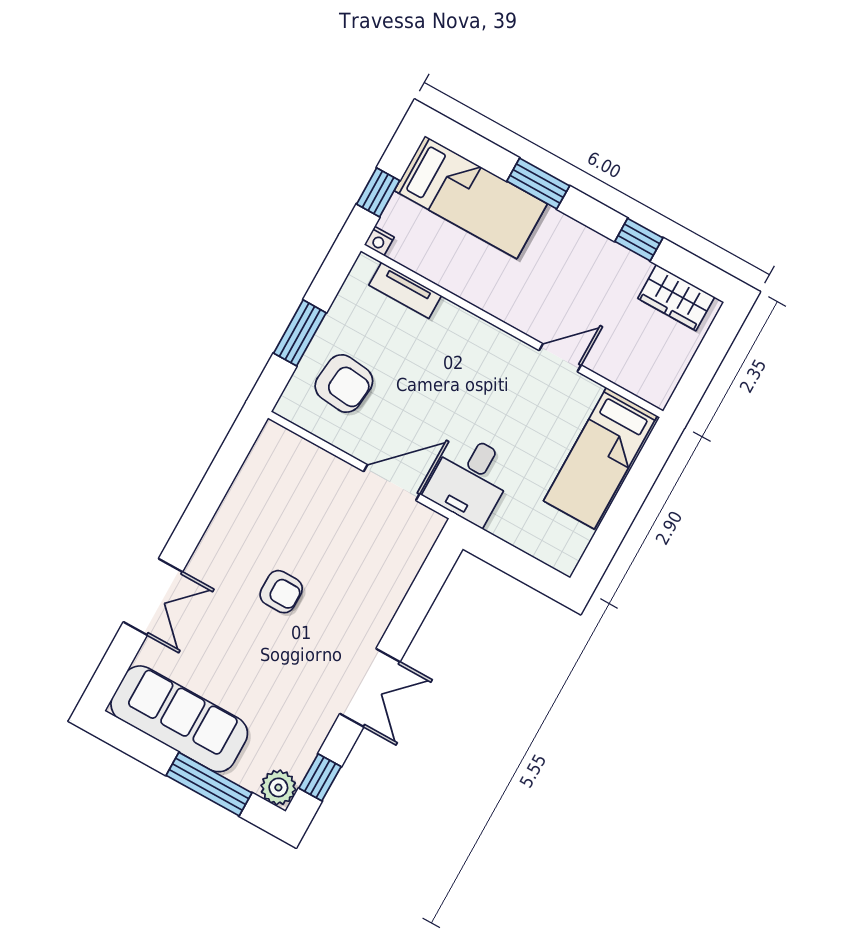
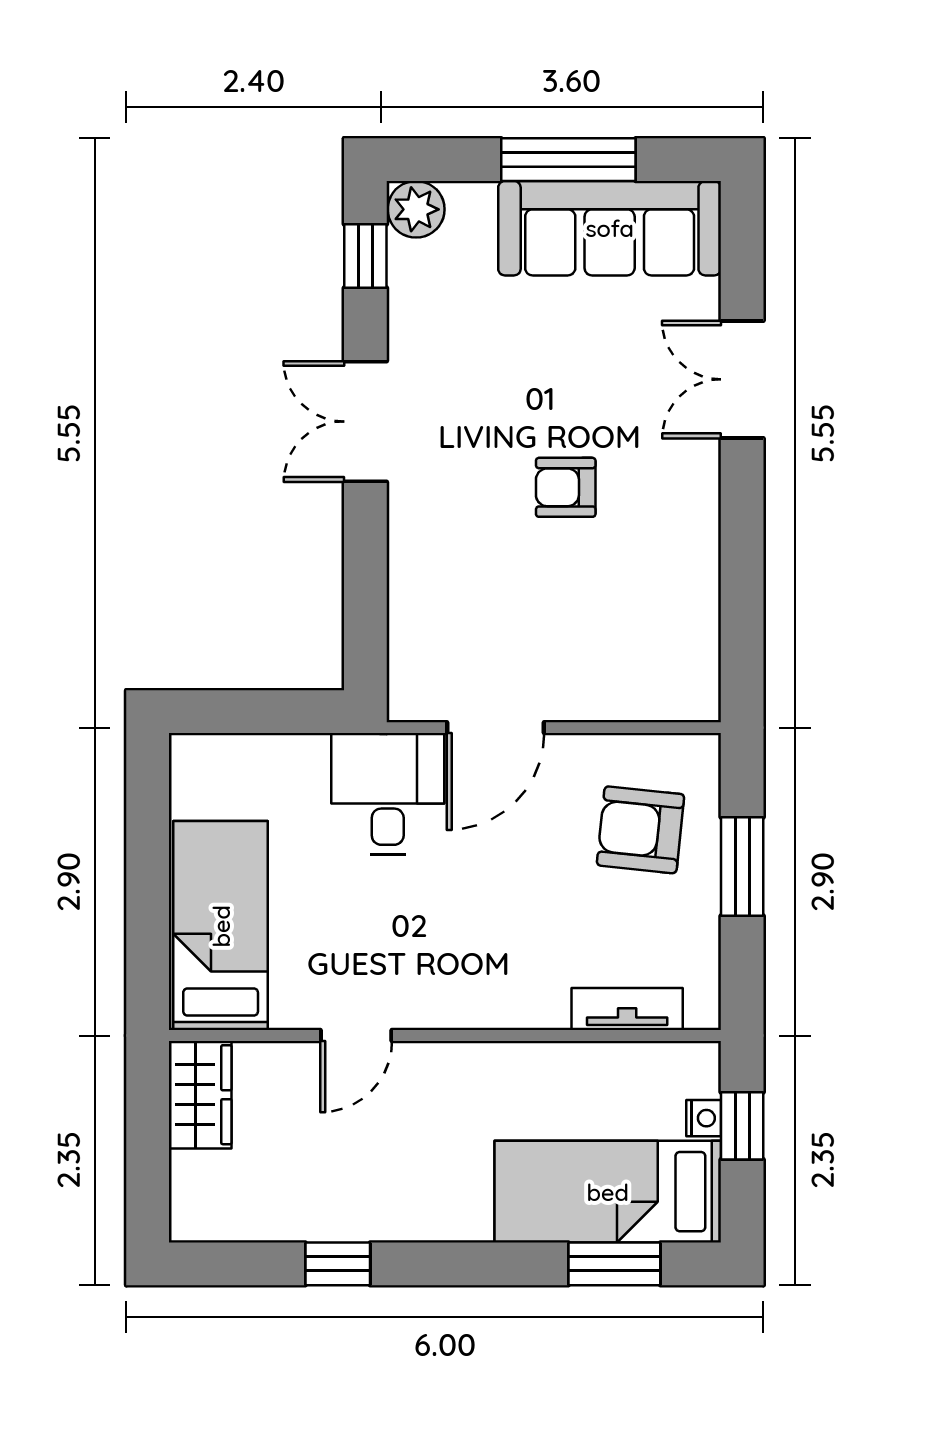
window: (538, 184) -> (614, 1264), moved
nightstand: (379, 241) -> (704, 1118), moved, turned 90
wardrobe: (676, 298) -> (200, 1095), moved, turned 90
window: (209, 784) -> (568, 160), moved

